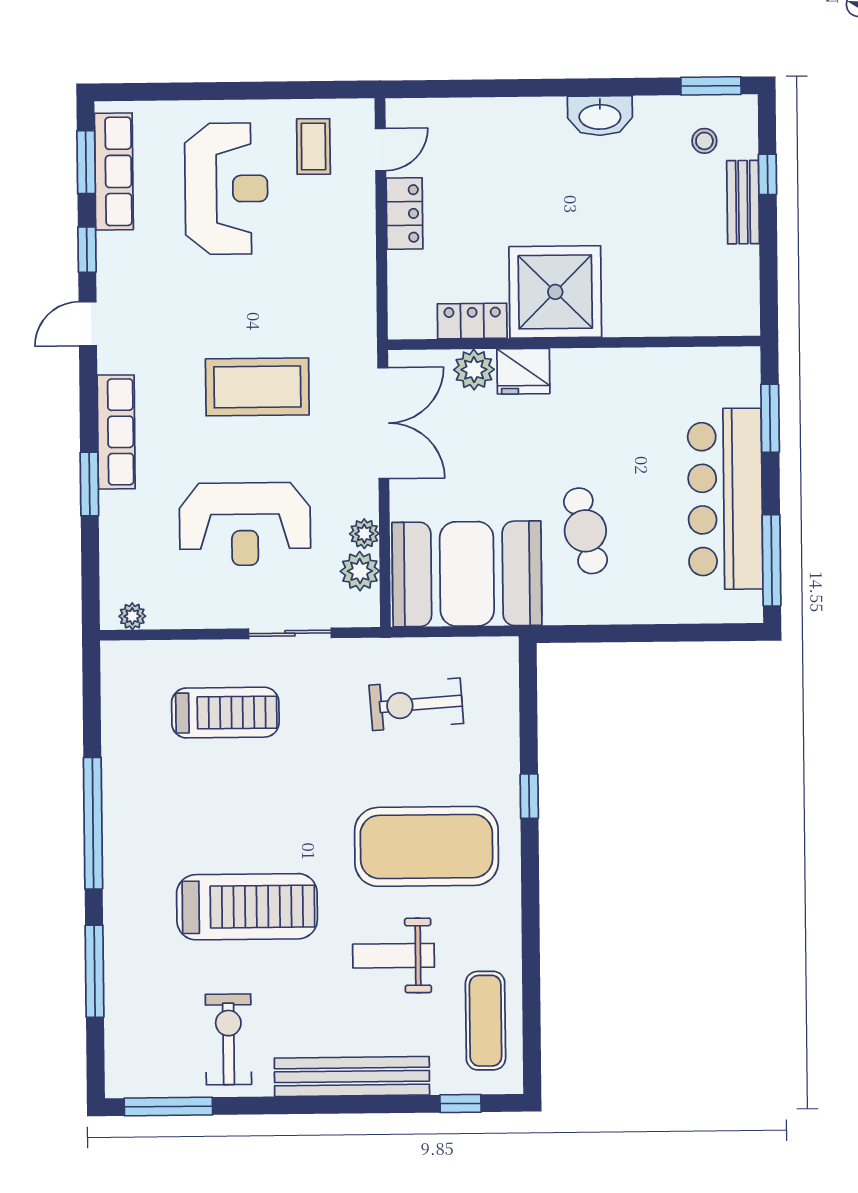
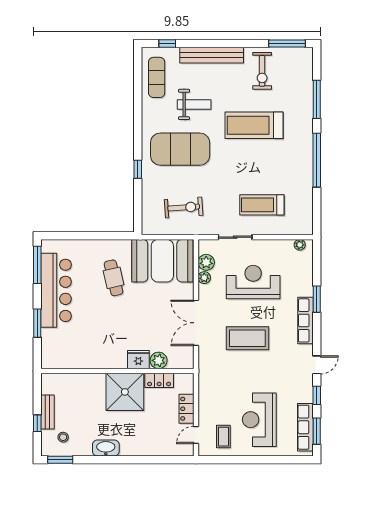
shower: (555, 292) -> (125, 392), moved
locker: (472, 321) -> (159, 380), moved
wall: (574, 343) -> (117, 371), moved
plant: (474, 370) -> (159, 360), moved
fridge: (523, 371) -> (138, 360), moved

